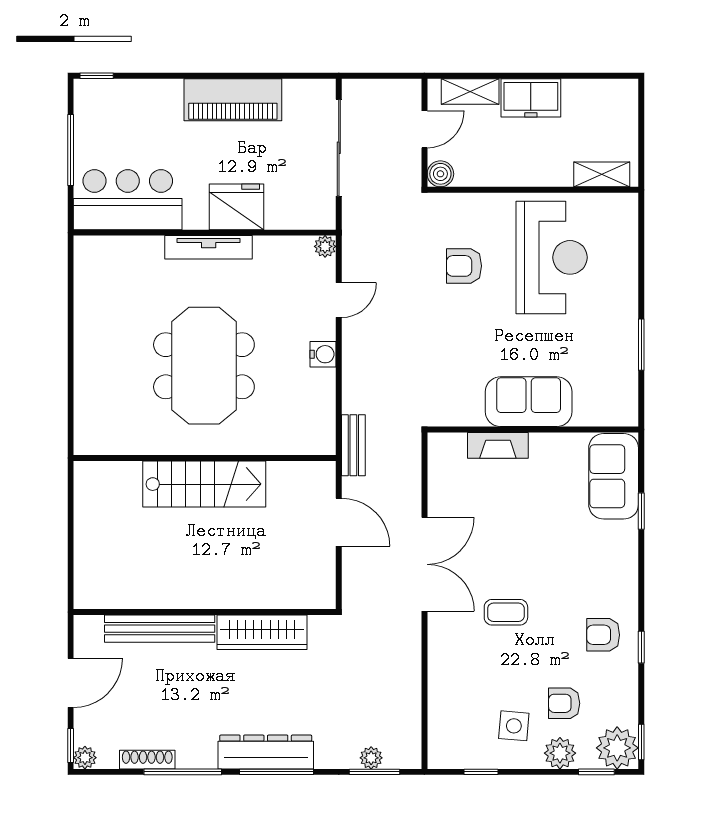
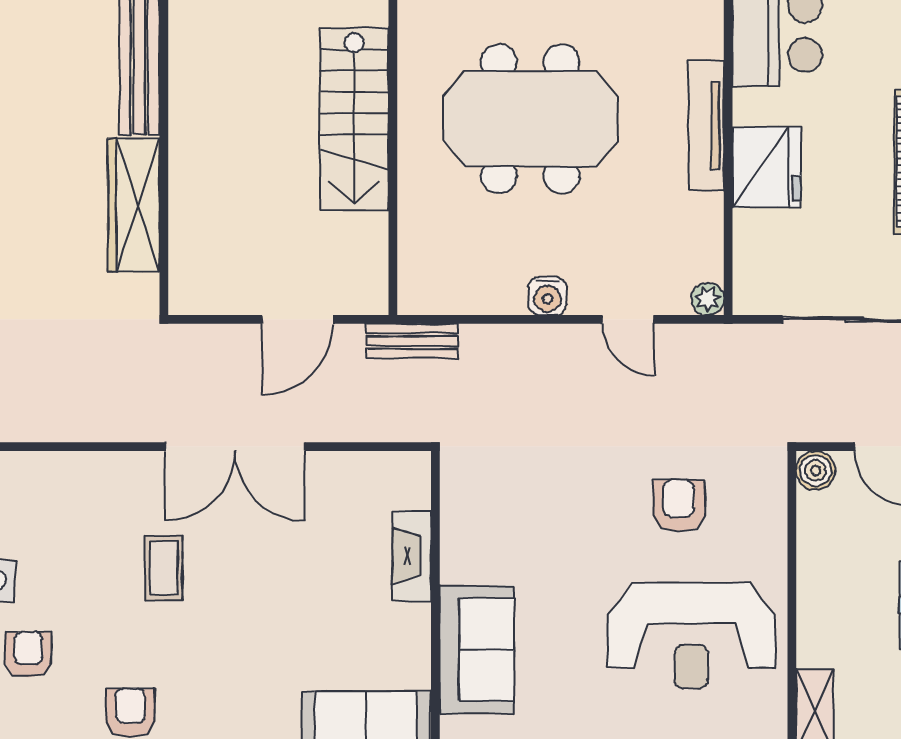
sofa: (529, 402) -> (477, 650), moved

